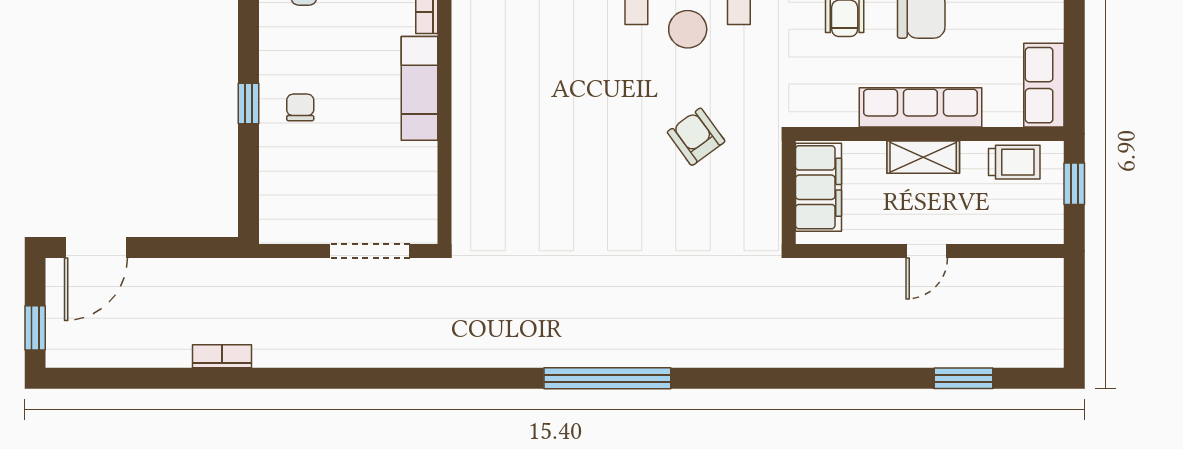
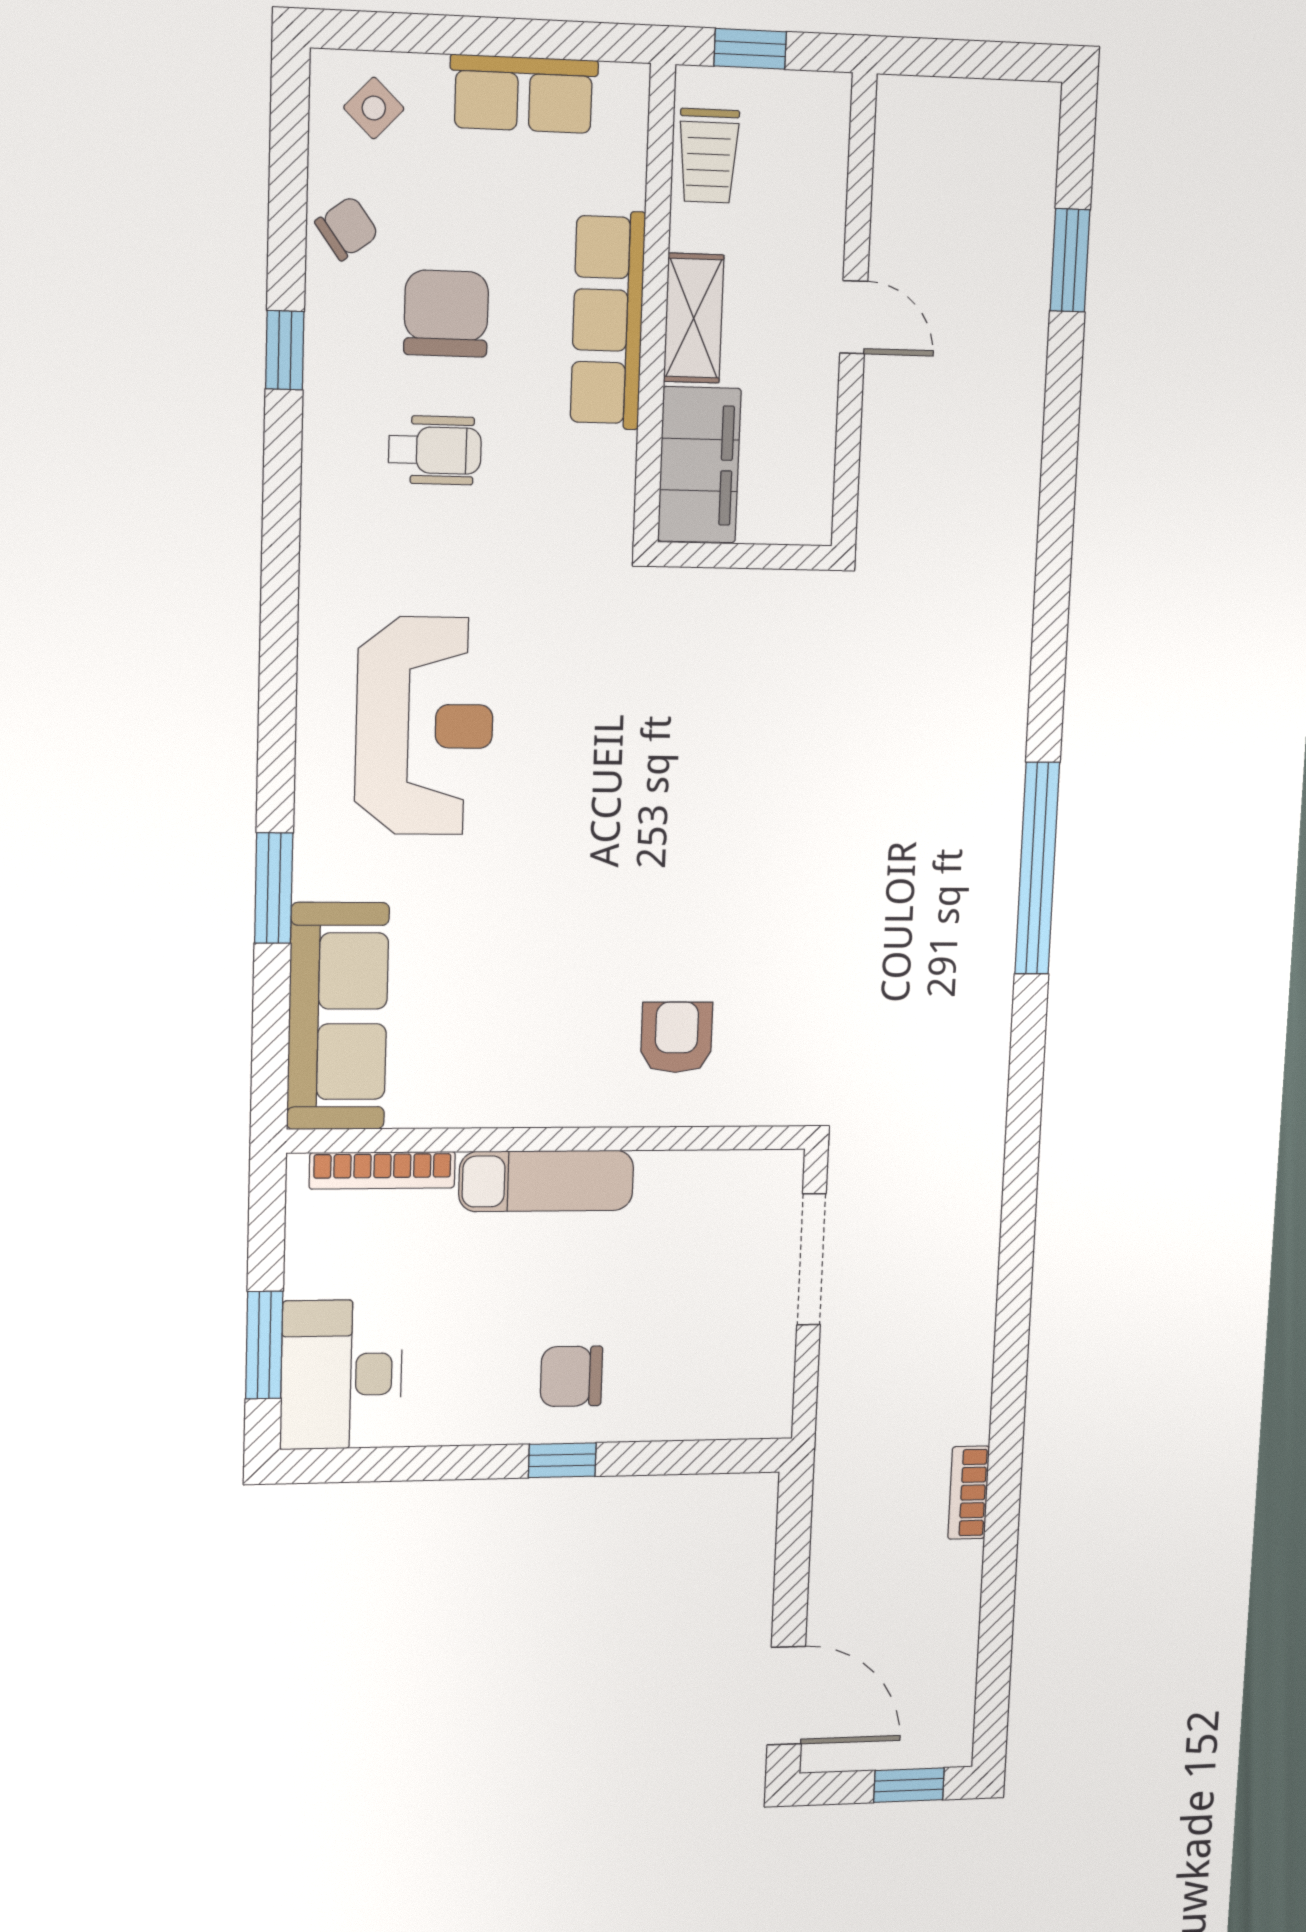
row of seats: (1044, 85) -> (524, 94), moved
chair: (300, 107) -> (571, 1376), width x1.37, depth x1.37
armchair: (696, 137) -> (677, 1037), moved, turned 126
trolley: (1014, 162) -> (708, 156), turned 180
filing cabinet: (818, 187) -> (699, 465), moved, turned 90

